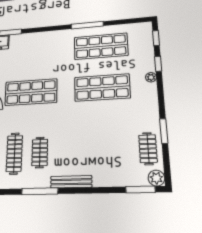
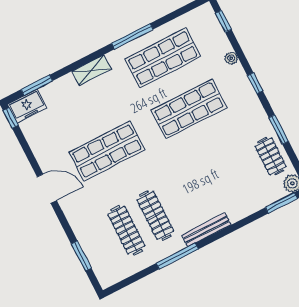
shelving: (49, 36) -> (92, 70), added
window: (158, 64) -> (255, 83), moved
plant: (151, 77) -> (231, 58), moved
clothes rail: (40, 152) -> (155, 215), width x1.36

